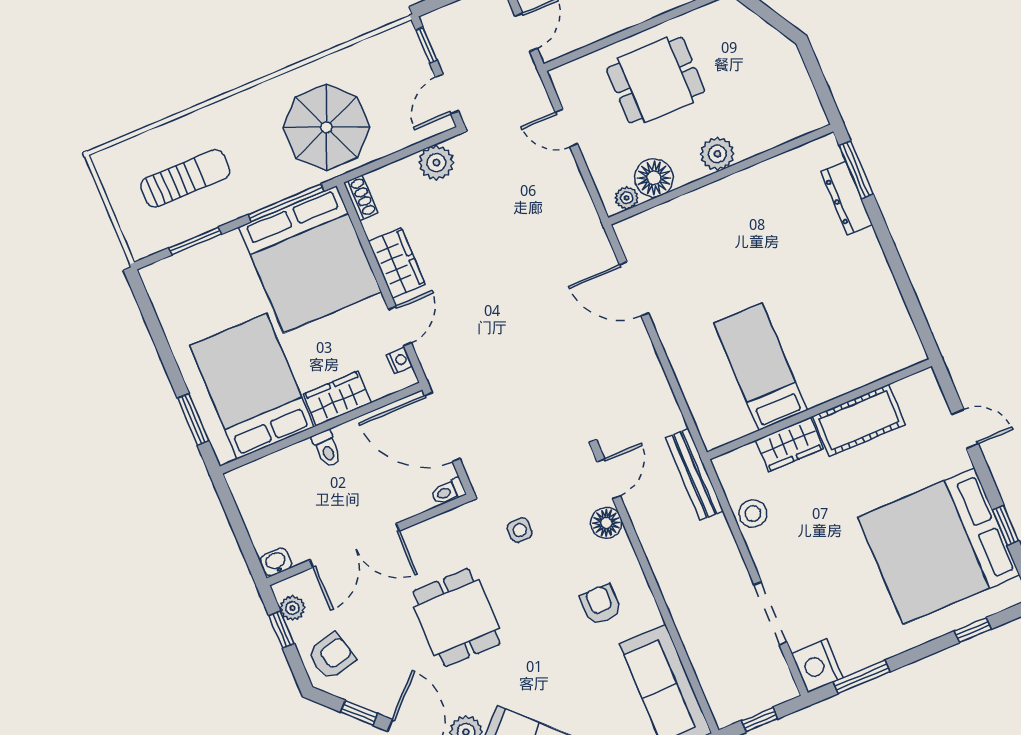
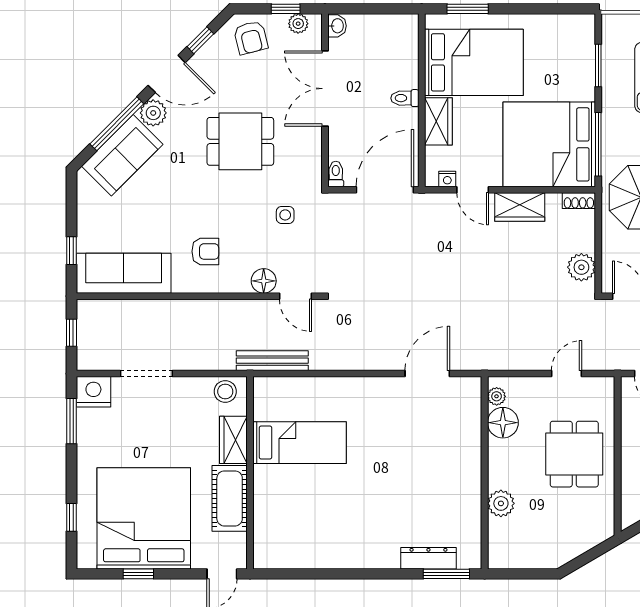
plant: (717, 154) -> (501, 503), moved
bed: (760, 367) -> (300, 443), moved
wall: (819, 409) -> (250, 473), moved
cot: (859, 420) -> (230, 498), moved
wardrobe: (789, 444) -> (233, 440), moved

